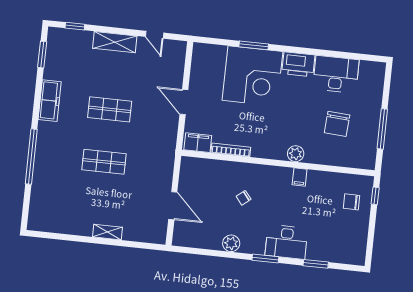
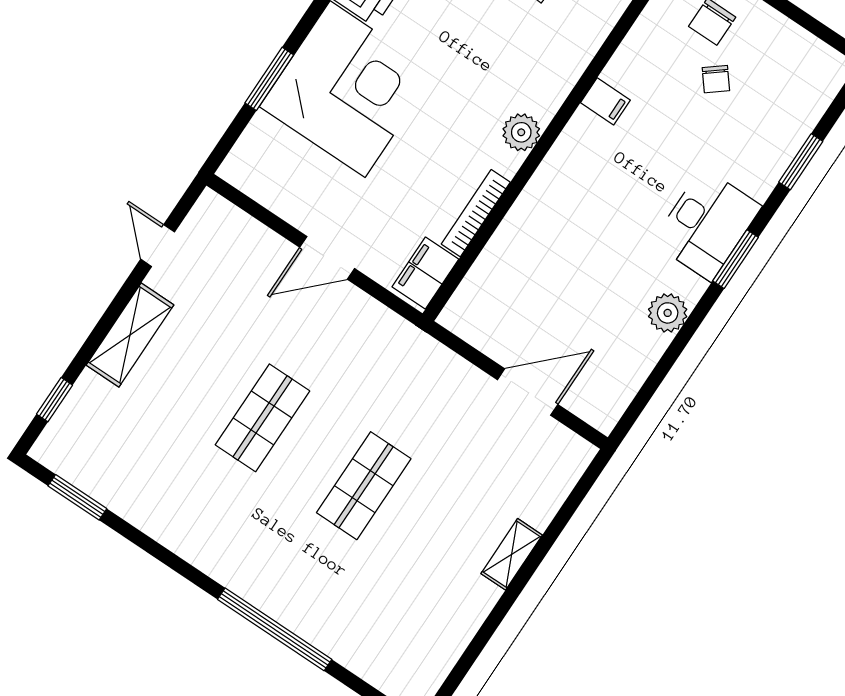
door: (155, 35) -> (158, 246), swing flipped
window: (254, 45) -> (269, 79), moved
freezer: (50, 101) -> (180, 531), removed
plant: (296, 154) -> (521, 132), moved
chair: (244, 198) -> (716, 79), moved
desk: (286, 242) -> (707, 224), moved

